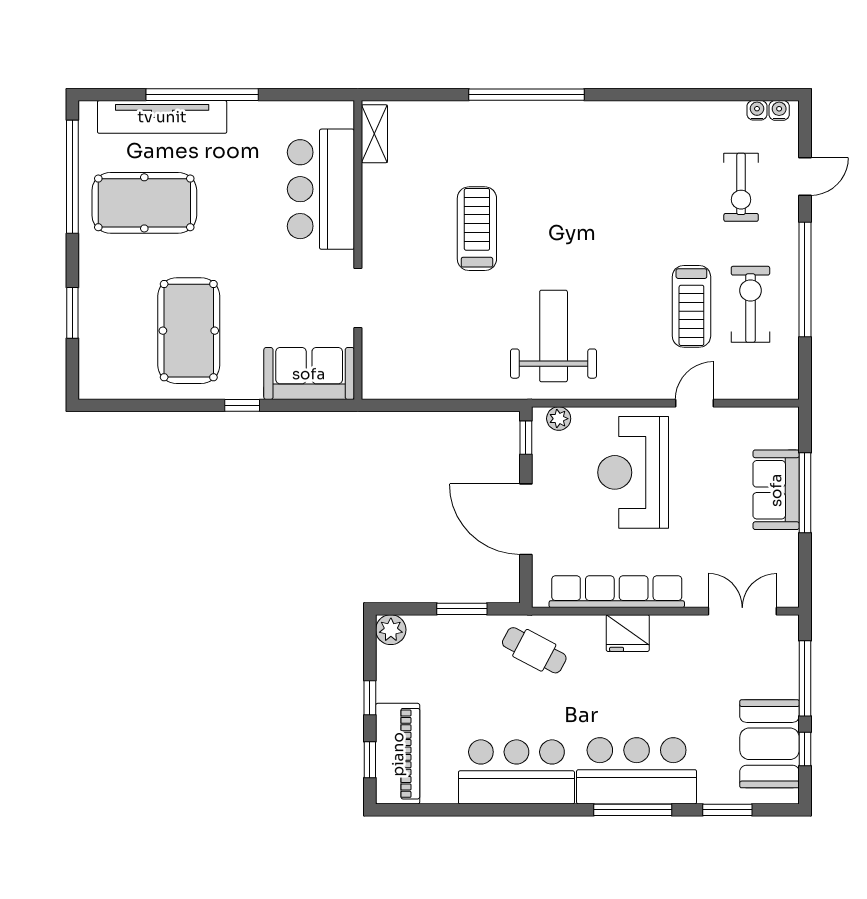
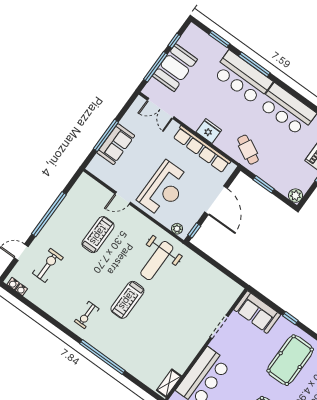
treadmill: (477, 229) -> (127, 300), moved
exercise bike: (750, 304) -> (87, 315), moved, width x0.73, depth x0.72
booth: (770, 744) -> (175, 68), moved

